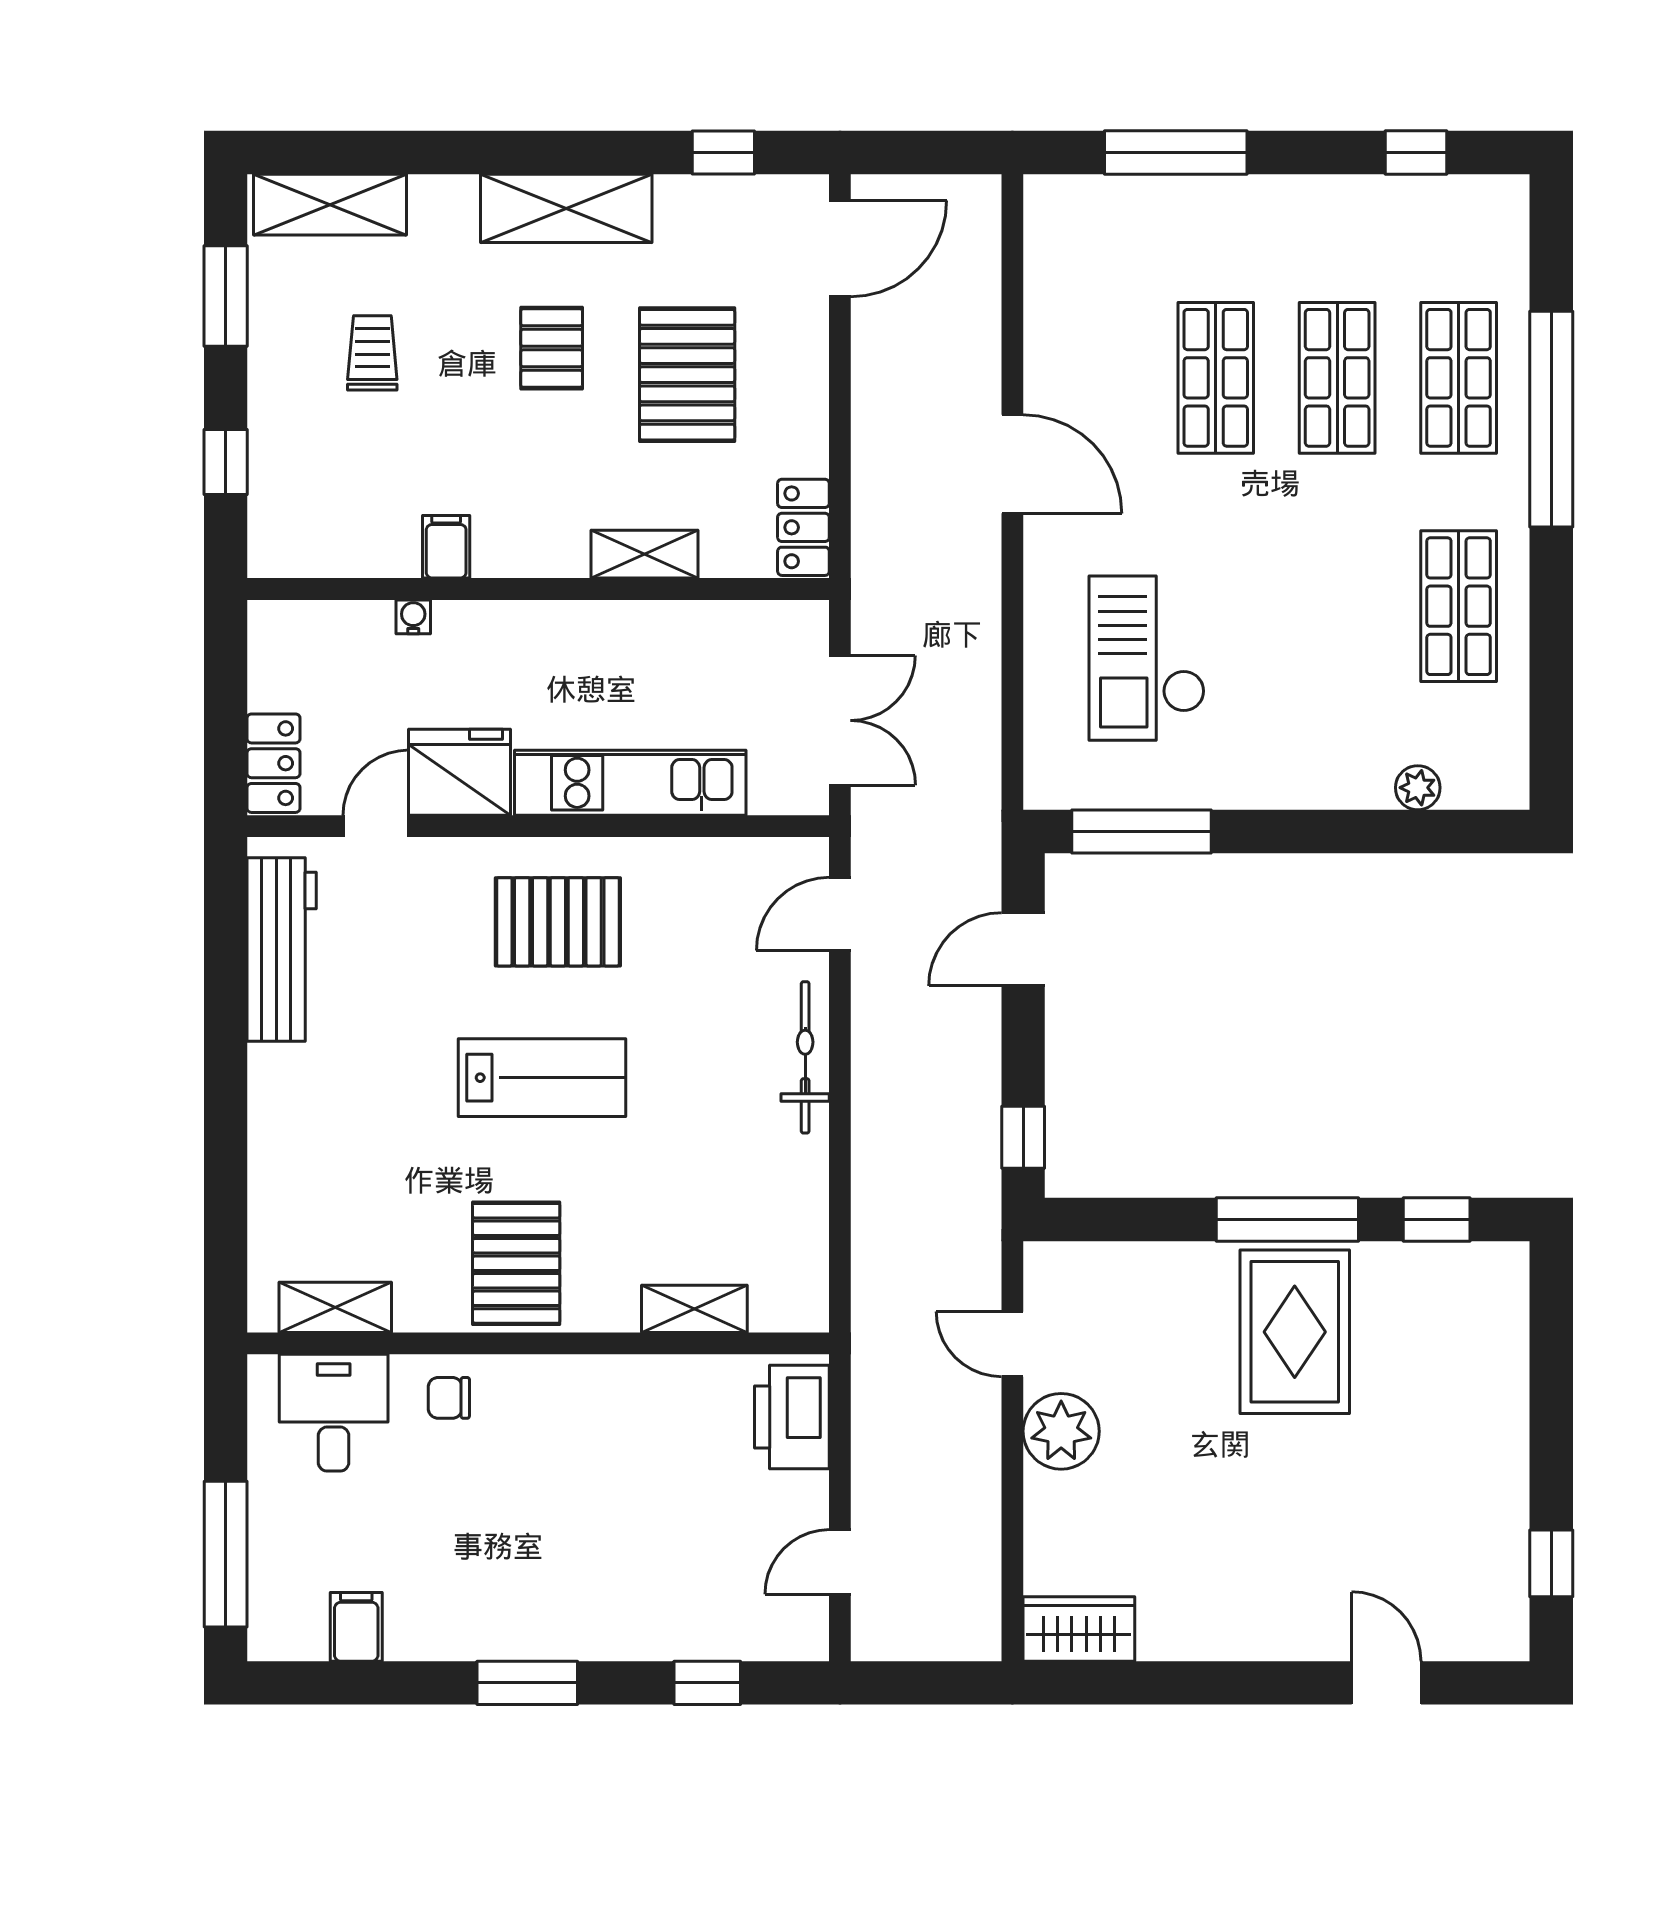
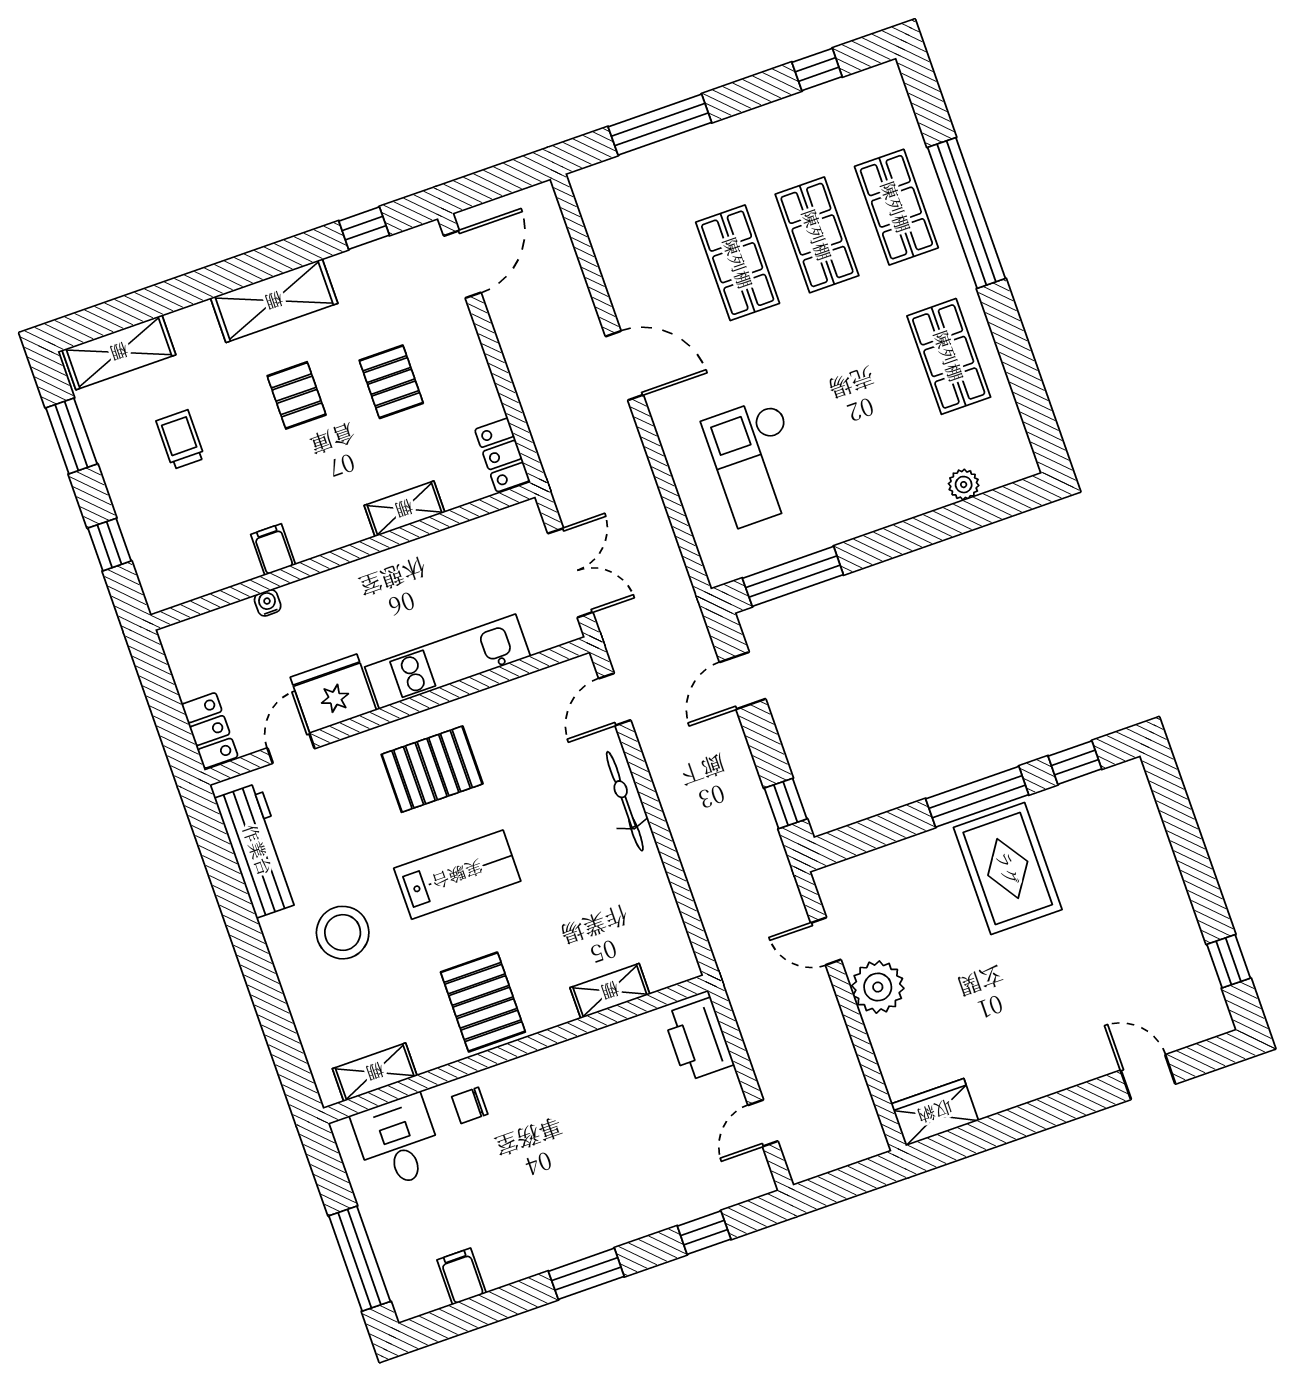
pallet: (687, 375) -> (391, 382), width x0.67, depth x0.71
stool: (358, 1102) -> (343, 933), added

